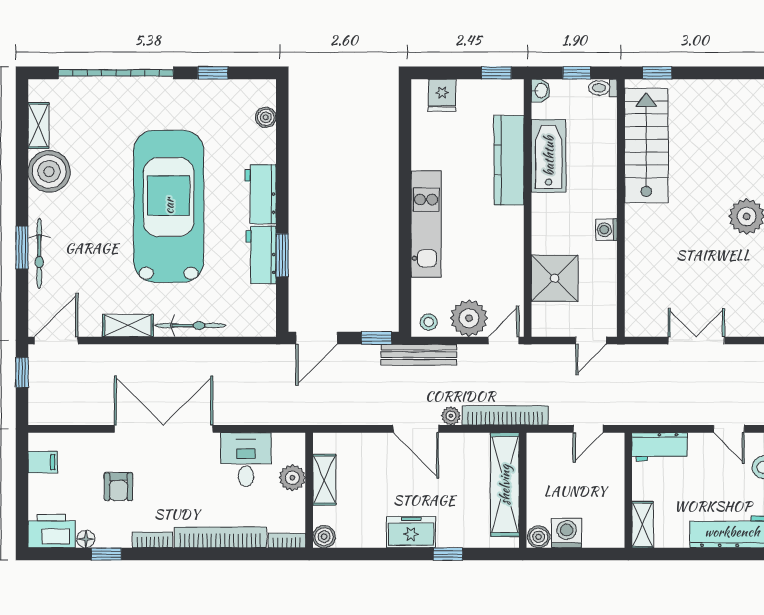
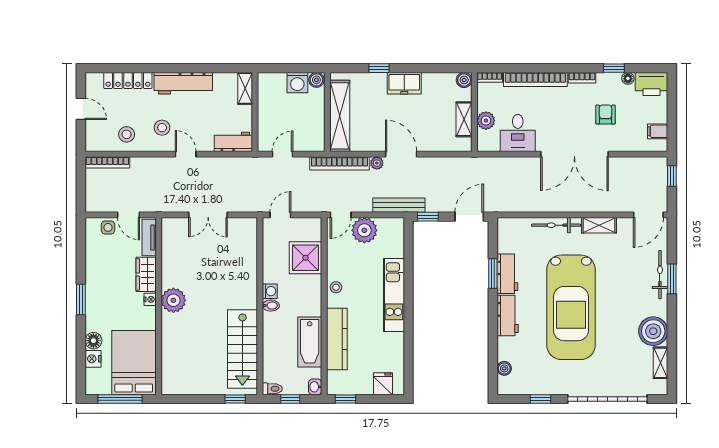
bidet: (605, 209) -> (271, 306), added
stool: (429, 322) -> (336, 287), moved
window: (22, 372) -> (672, 176), moved

